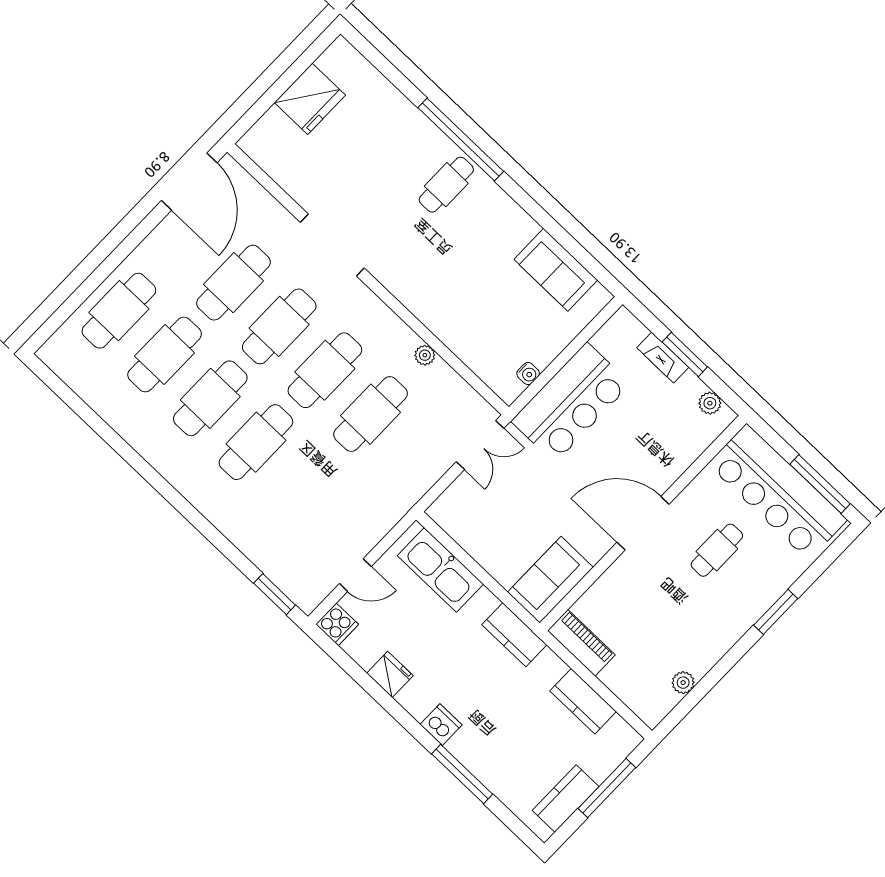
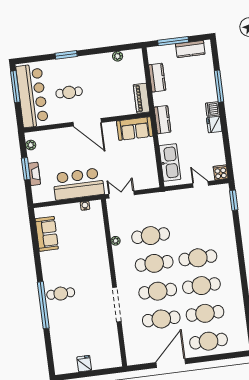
fridge: (310, 99) -> (84, 364), width x0.53, depth x0.75
door: (189, 182) -> (171, 363), moved
fridge: (390, 674) -> (214, 125), moved

